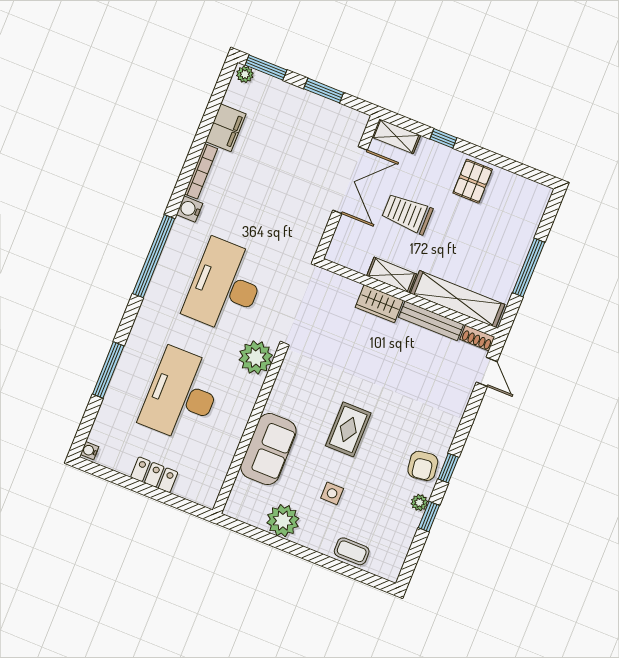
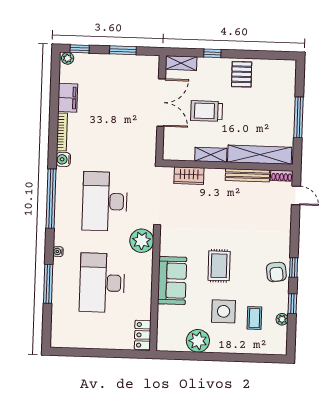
window: (266, 67) -> (80, 49), width x0.67
wardrobe: (379, 304) -> (189, 176), moved
sofa: (268, 449) -> (172, 280), moved
water cooler: (90, 451) -> (58, 252), moved
locker: (154, 475) -> (143, 335), moved, turned -90
side table: (332, 493) -> (224, 311), width x1.87, depth x1.87
plant: (419, 503) -> (282, 319), moved
coffee table: (352, 551) -> (254, 318), moved, turned 90

